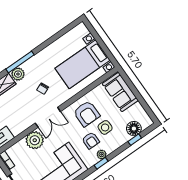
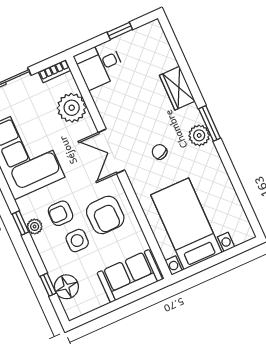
window: (20, 62) -> (210, 123), width x0.69
plant: (18, 74) -> (199, 135), moved
armchair: (87, 114) -> (105, 215), turned -91
plant: (35, 140) -> (72, 108), moved

